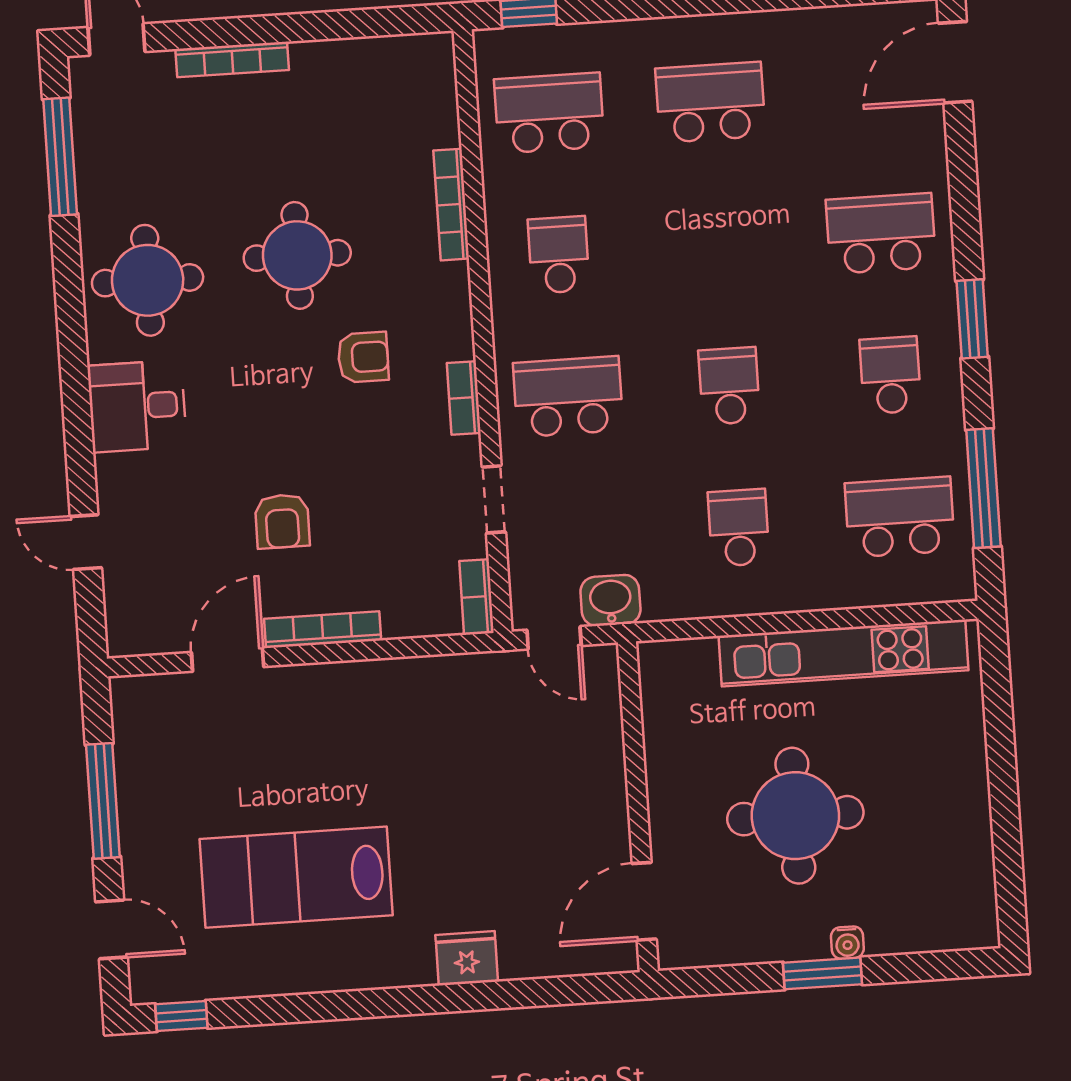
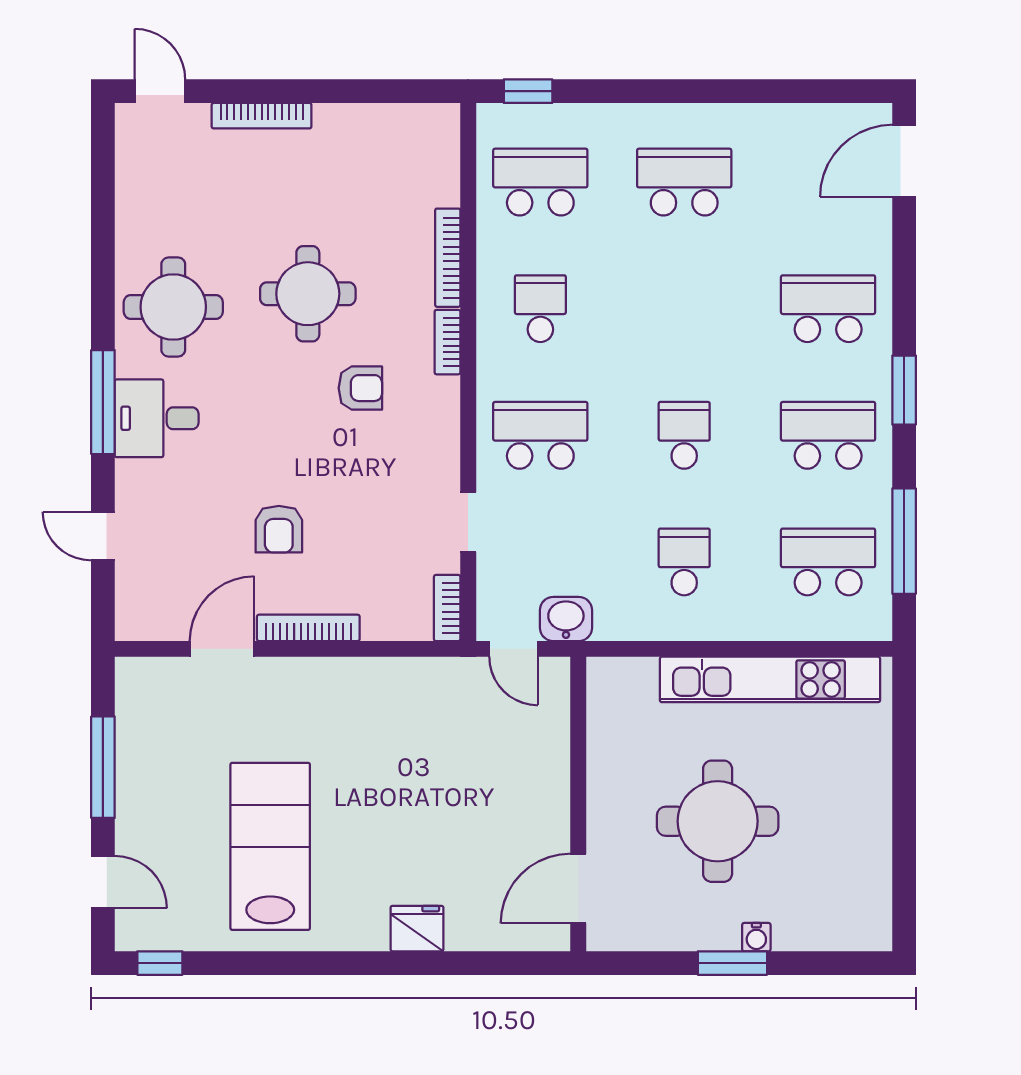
window: (60, 157) -> (103, 402), moved
school desk: (890, 375) -> (828, 435), width x1.85
bookcase: (464, 398) -> (447, 342), moved
lab bench: (296, 877) -> (270, 846), turned 90

